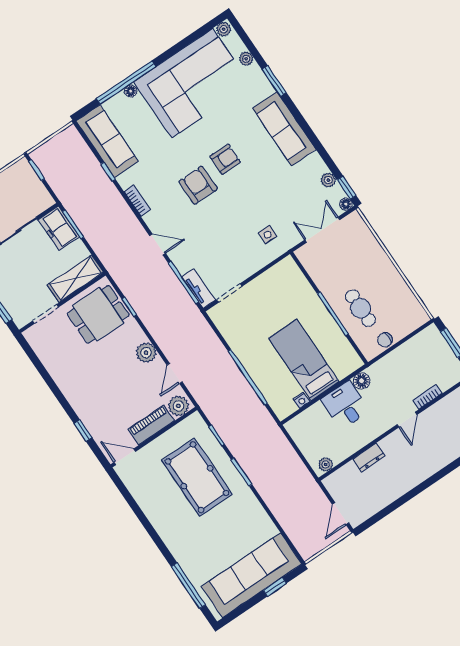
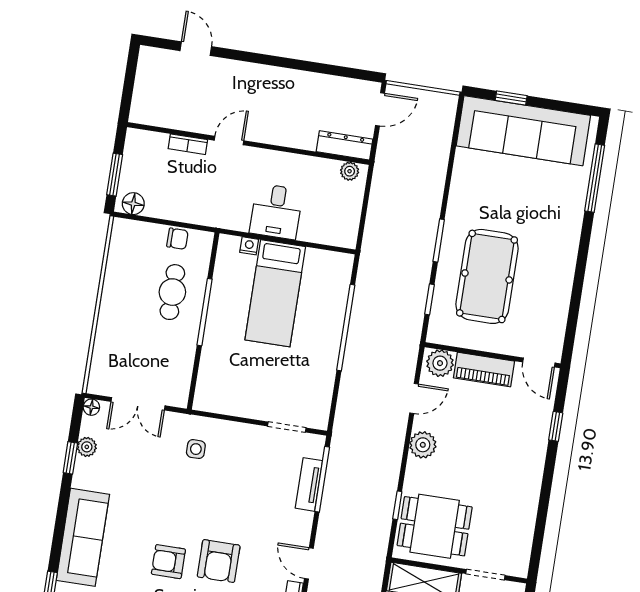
window: (347, 188) -> (70, 458), moved
door: (157, 244) -> (309, 563), moved
tv unit: (199, 288) -> (309, 484), moved
floor lamp: (362, 381) -> (133, 204), moved
nightstand: (301, 400) -> (249, 246), moved
dresser: (369, 457) -> (344, 145), moved, width x1.44

